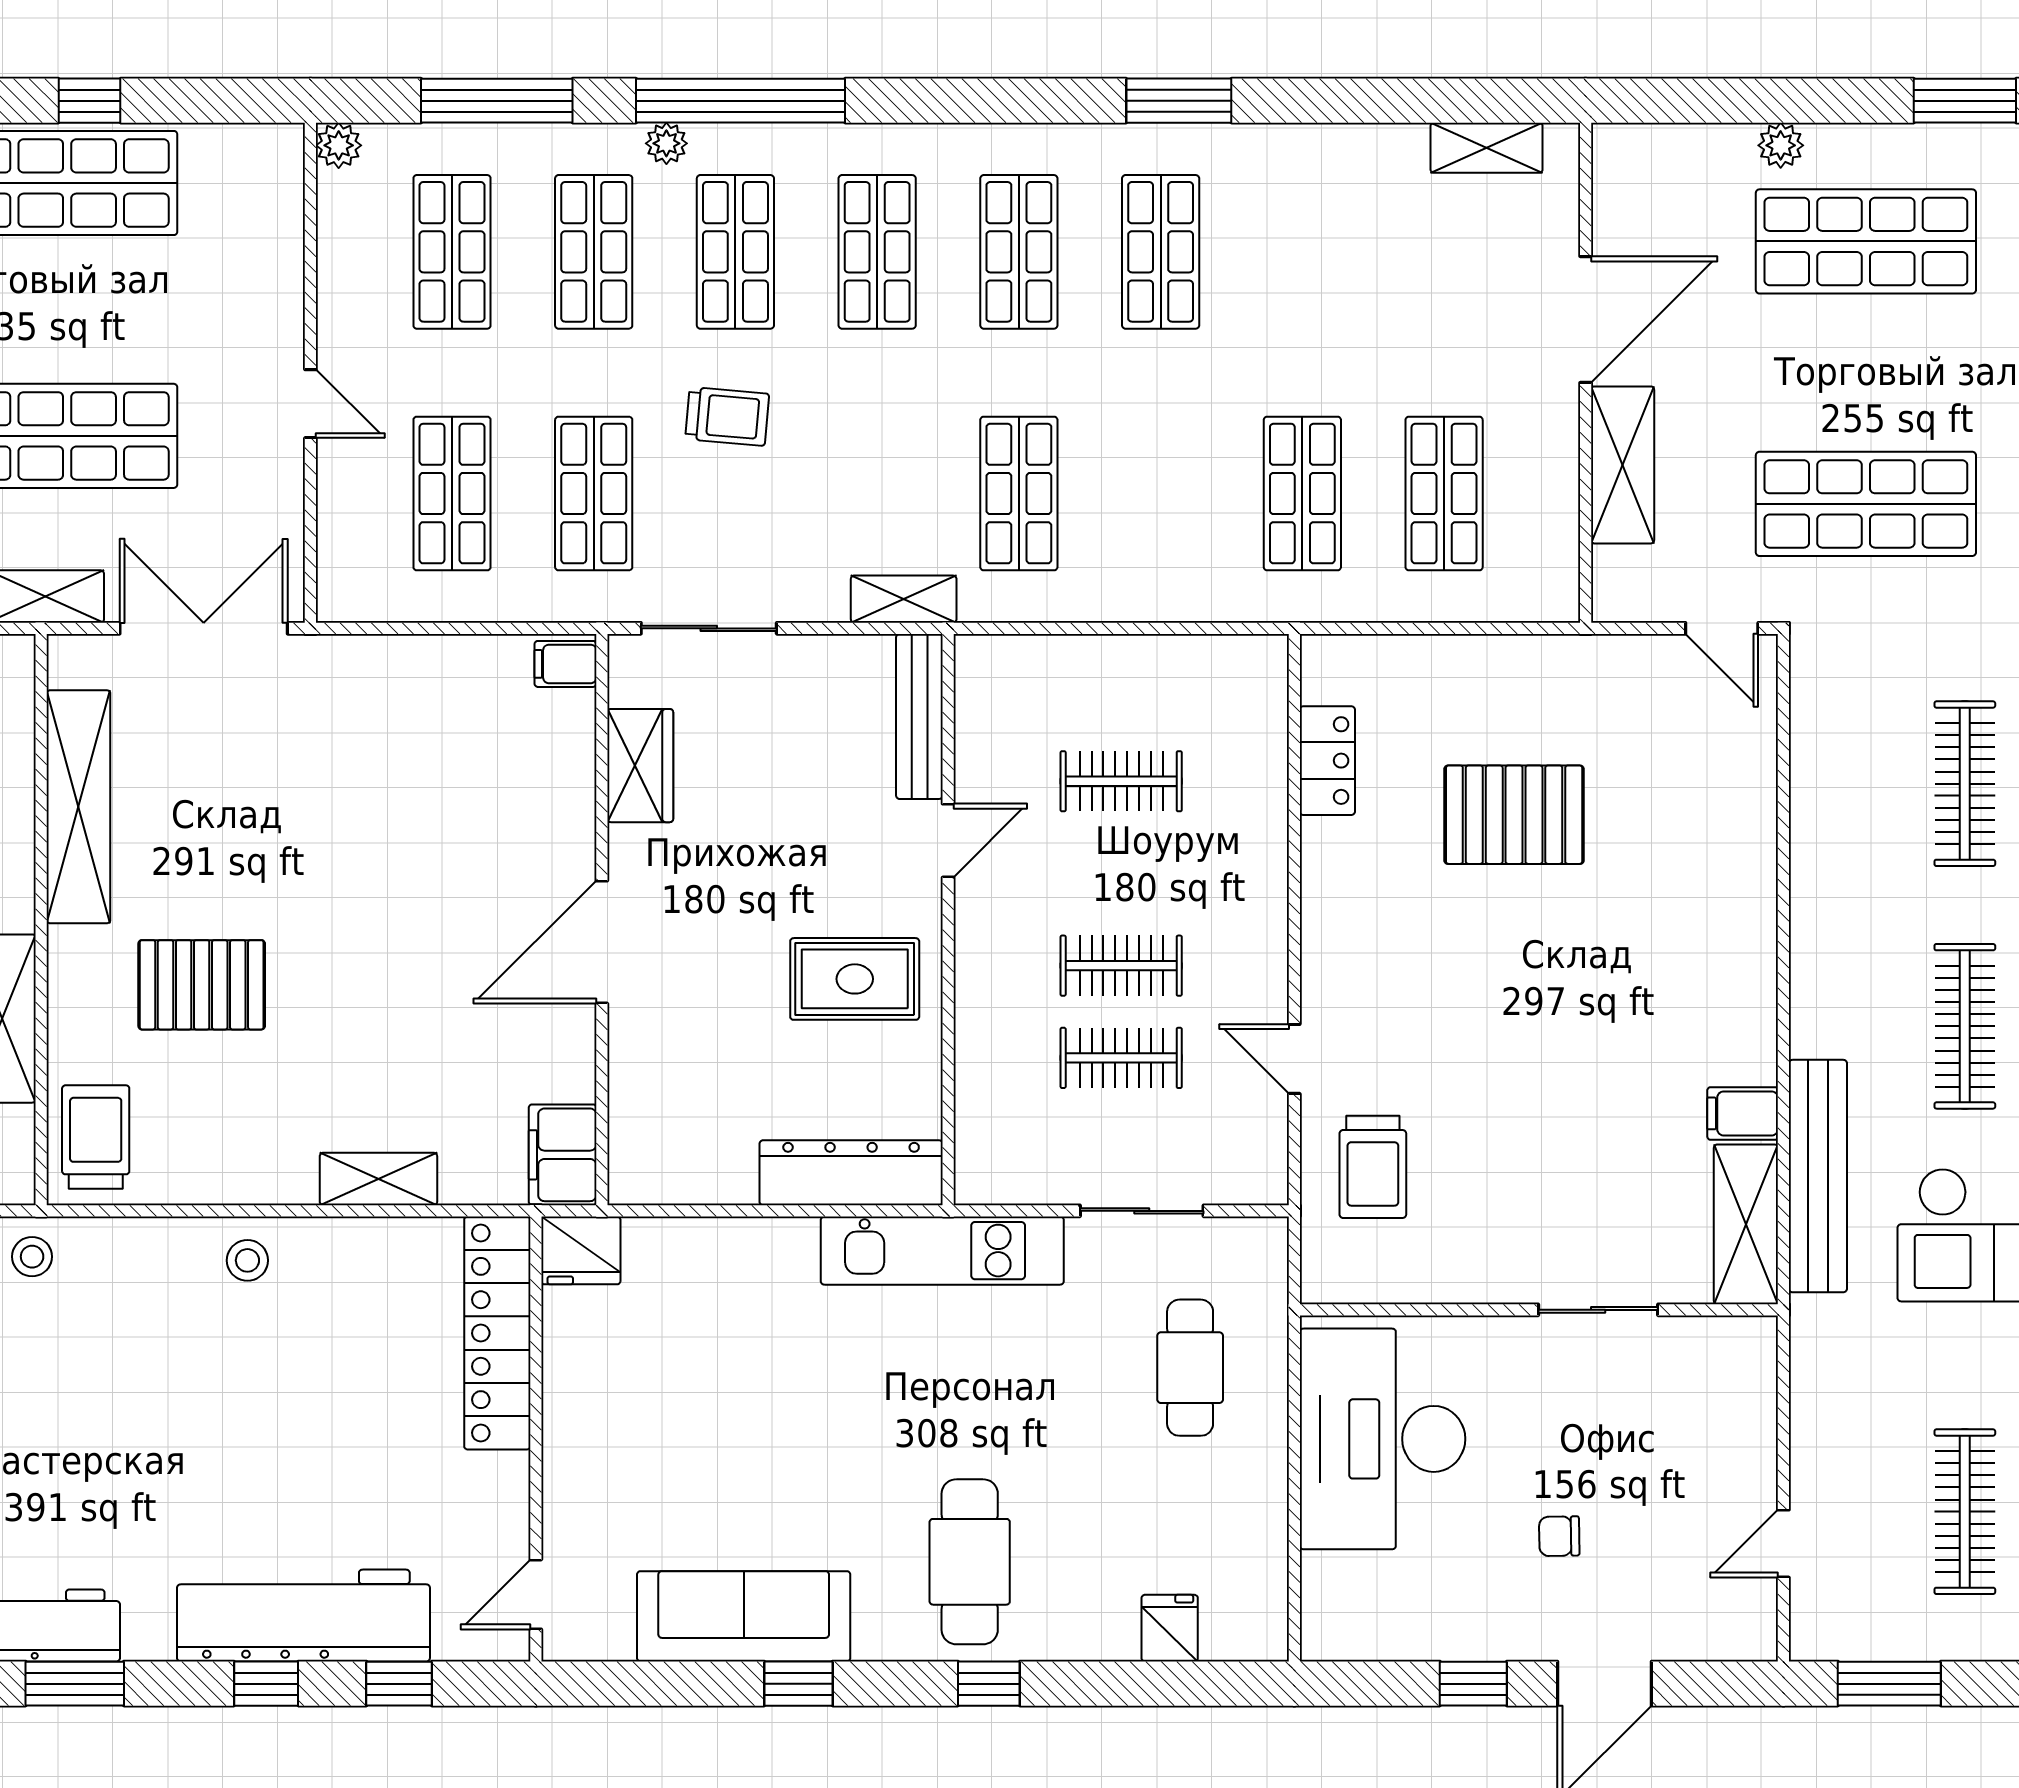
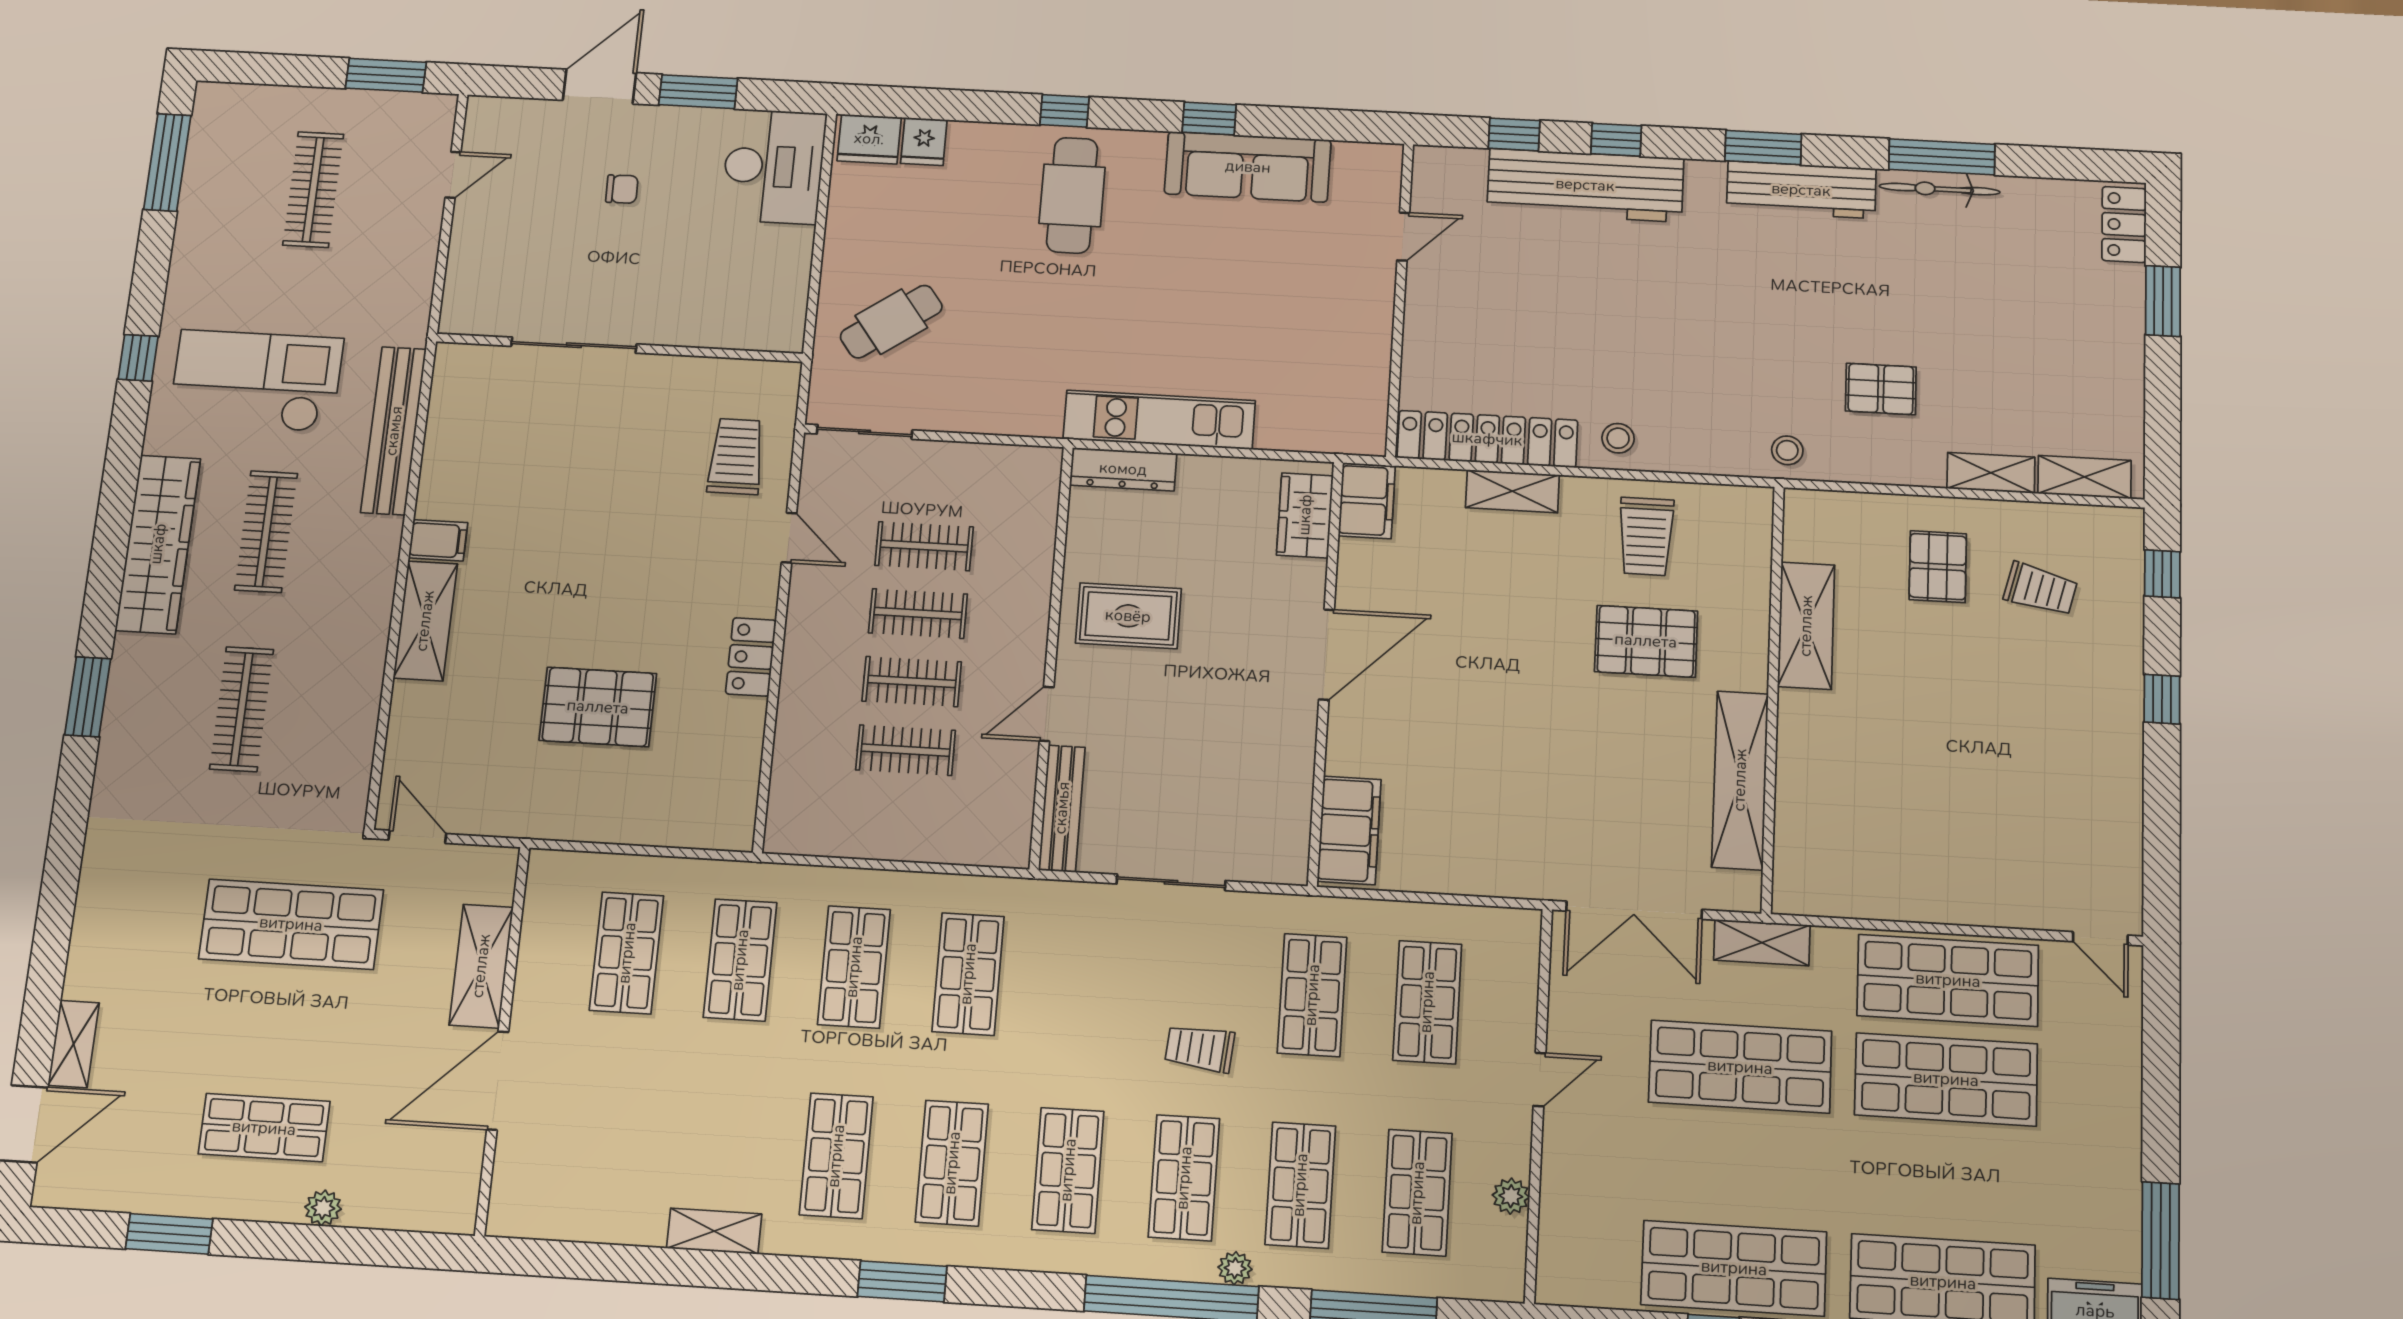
window: (1179, 101) -> (902, 1281), moved
plant: (339, 145) -> (1511, 1196), moved
shelving: (1487, 148) -> (714, 1231), moved
shop shelf: (1866, 241) -> (264, 1128), width x0.70, depth x0.74
door: (310, 404) -> (1540, 1080), swing flipped
shop shelf: (1161, 494) -> (854, 967), added
shelving: (904, 599) -> (1067, 898), removed
sliding door: (709, 628) -> (1171, 882), moved
filing cabinet: (565, 664) -> (1349, 830), width x3.00, depth x1.17
locker: (1327, 761) -> (751, 657), moved
wardrobe: (640, 766) -> (1305, 515), moved
clothes rail: (1121, 873) -> (912, 682), added
filing cabinet: (1743, 1113) -> (438, 540), moved
trolley: (96, 1137) -> (1646, 536), moved
dresser: (851, 1173) -> (1123, 469), width x0.73, depth x0.80
sliding door: (1142, 1211) -> (865, 432), moved
shelving: (1746, 1224) -> (425, 621), moved
fridge: (581, 1250) -> (869, 139), moved, turned 180
kitchen unit: (942, 1251) -> (1159, 420), moved
sliding door: (1598, 1310) -> (574, 345), width x1.37
locker: (497, 1333) -> (1487, 439), moved, turned -90
cafe table: (1190, 1368) -> (891, 322), turned 54
desk: (1382, 1439) -> (774, 166), moved, width x0.73, depth x0.77
door: (536, 1594) -> (1403, 237), moved
window: (1473, 1684) -> (698, 92), width x1.50

